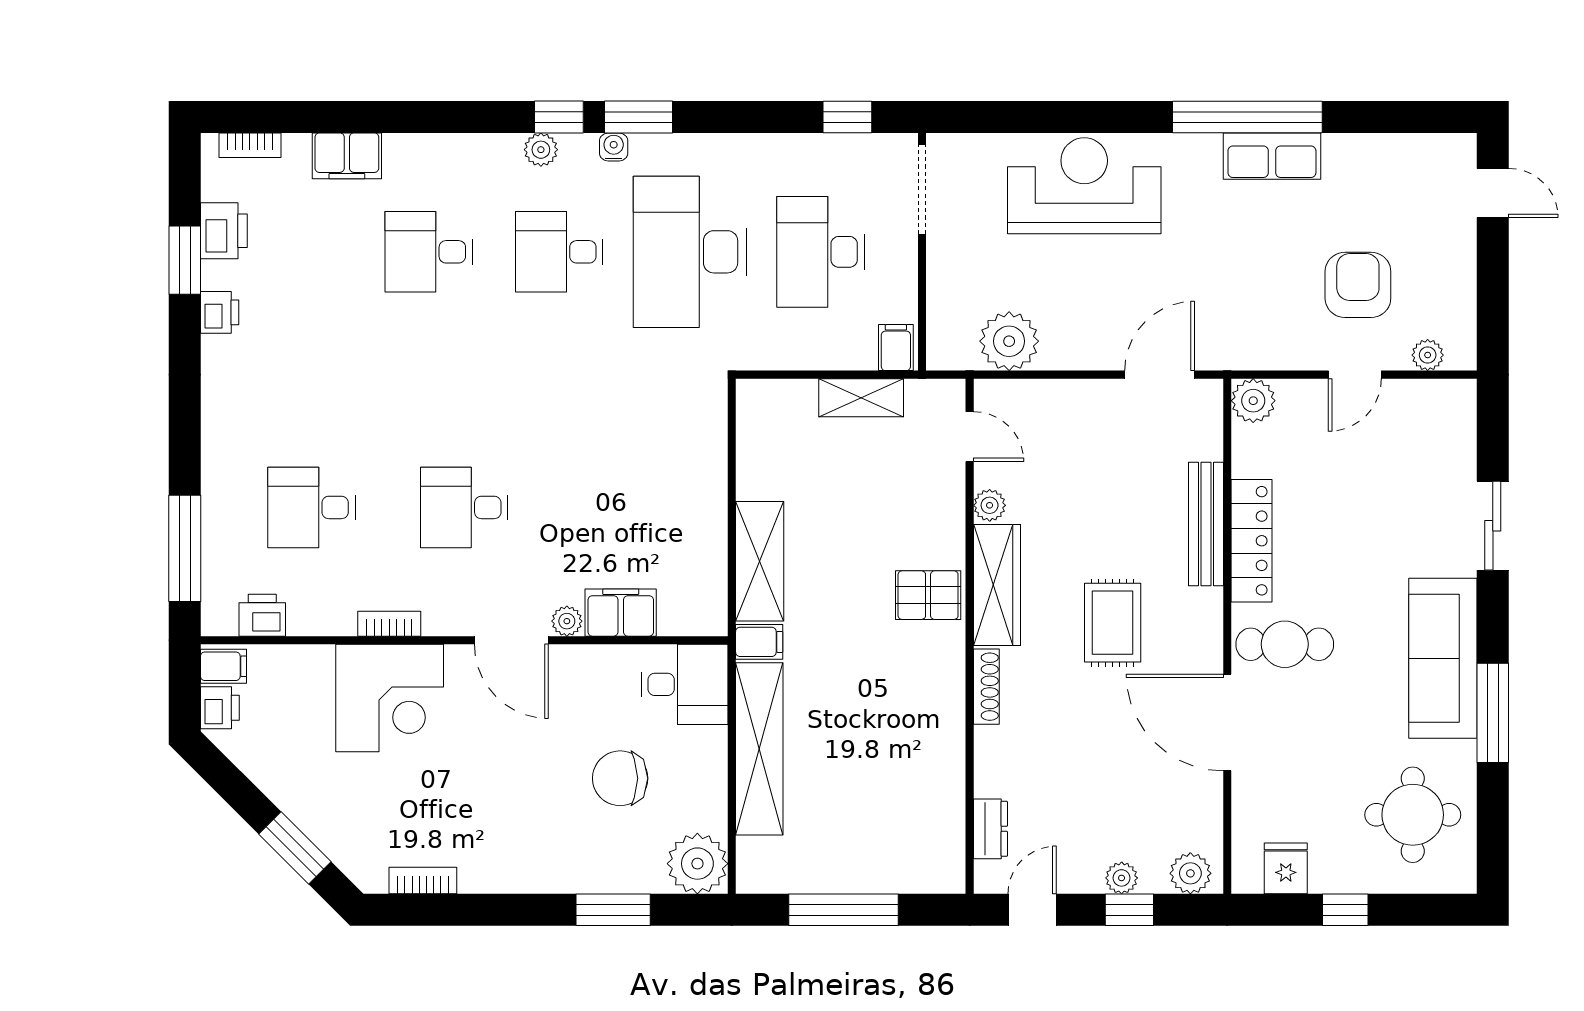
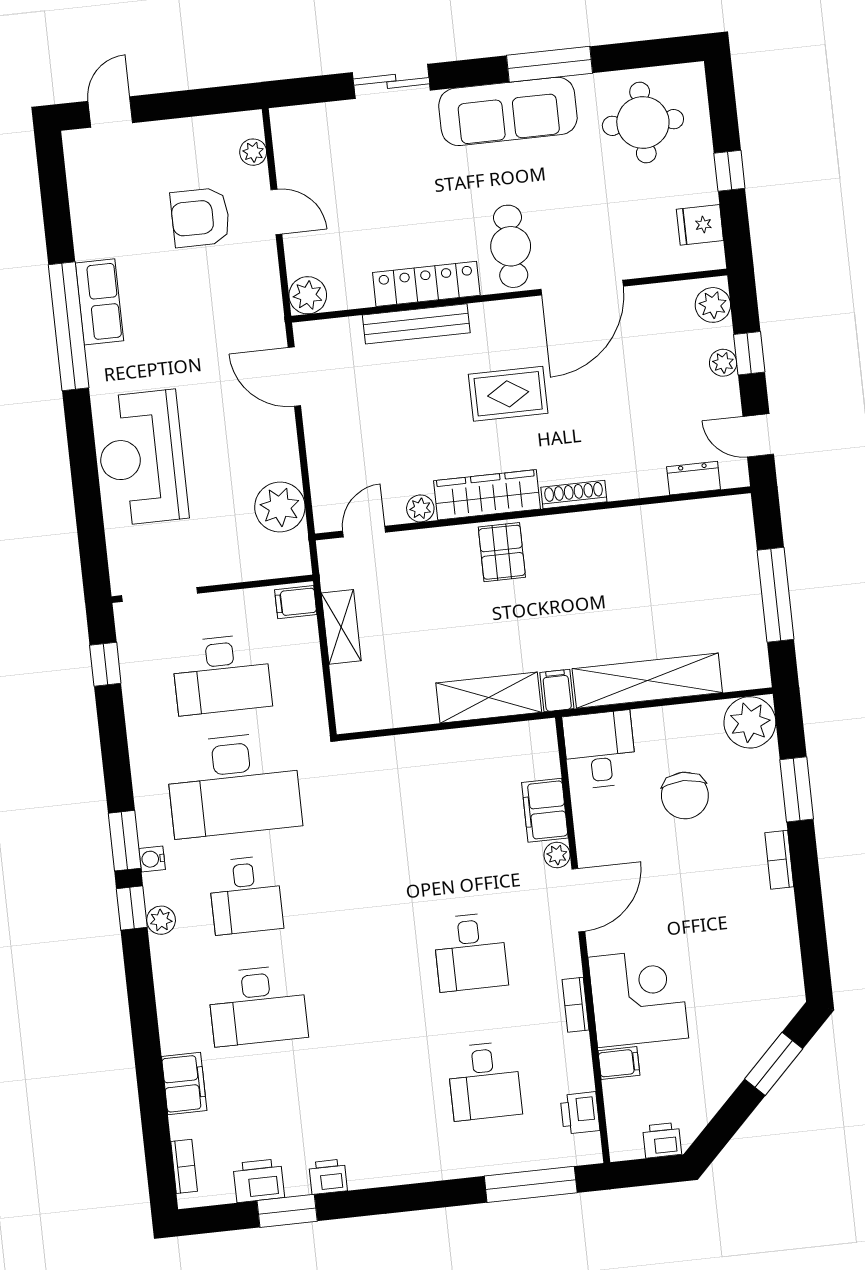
desk: (429, 252) -> (258, 1006), width x1.37
filing cabinet: (224, 666) -> (619, 1063), moved, turned 90
bookcase: (423, 880) -> (779, 860), moved

